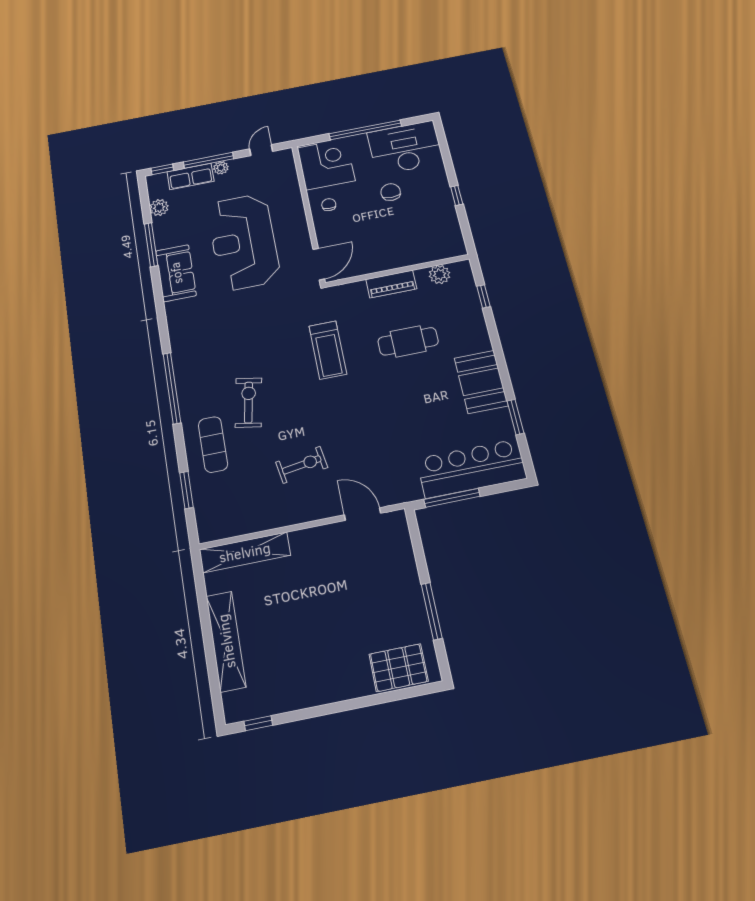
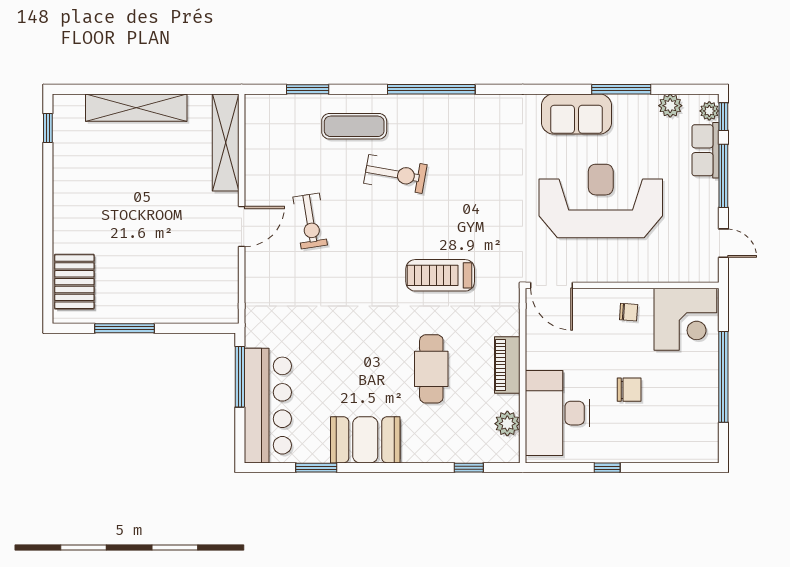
desk: (405, 148) -> (557, 413), moved, turned 180
plant: (221, 168) -> (709, 111), moved
door: (362, 514) -> (242, 226), moved

